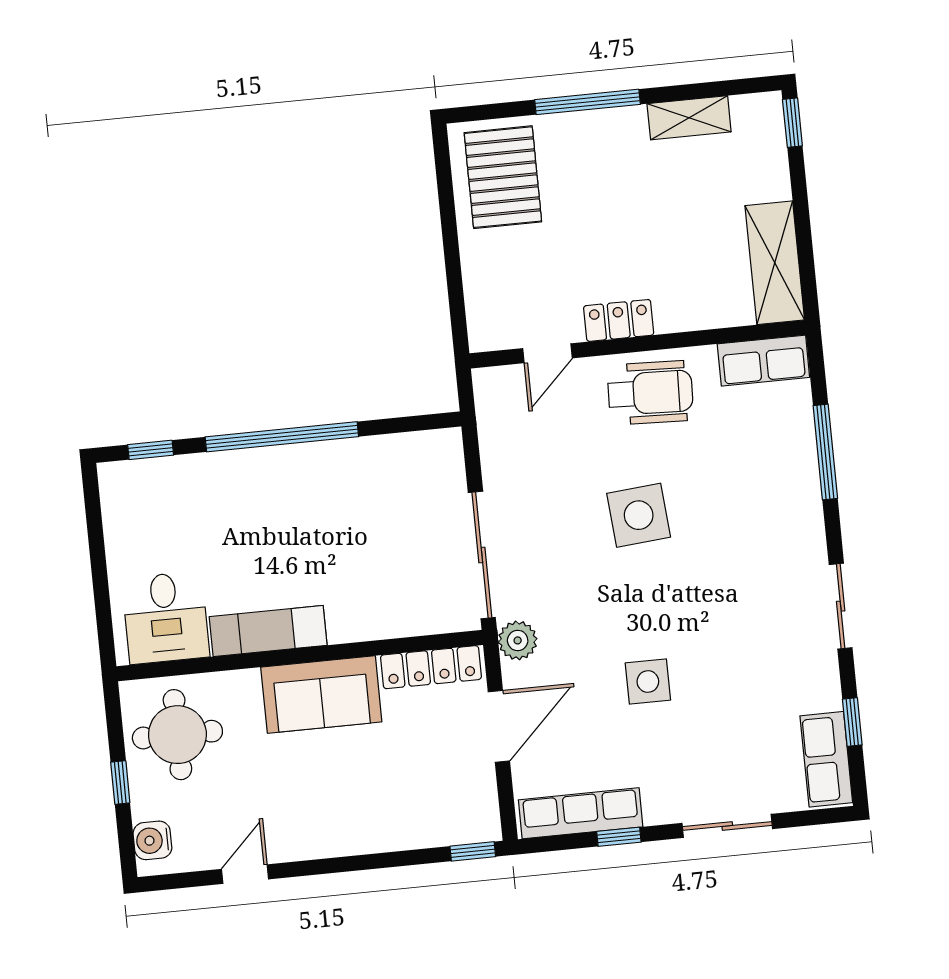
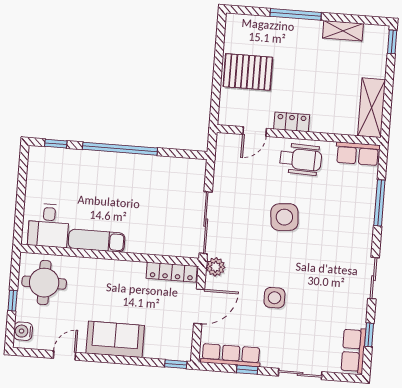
pallet: (503, 177) -> (248, 72), moved, turned 90
sofa: (321, 695) -> (115, 339), moved, turned 180

